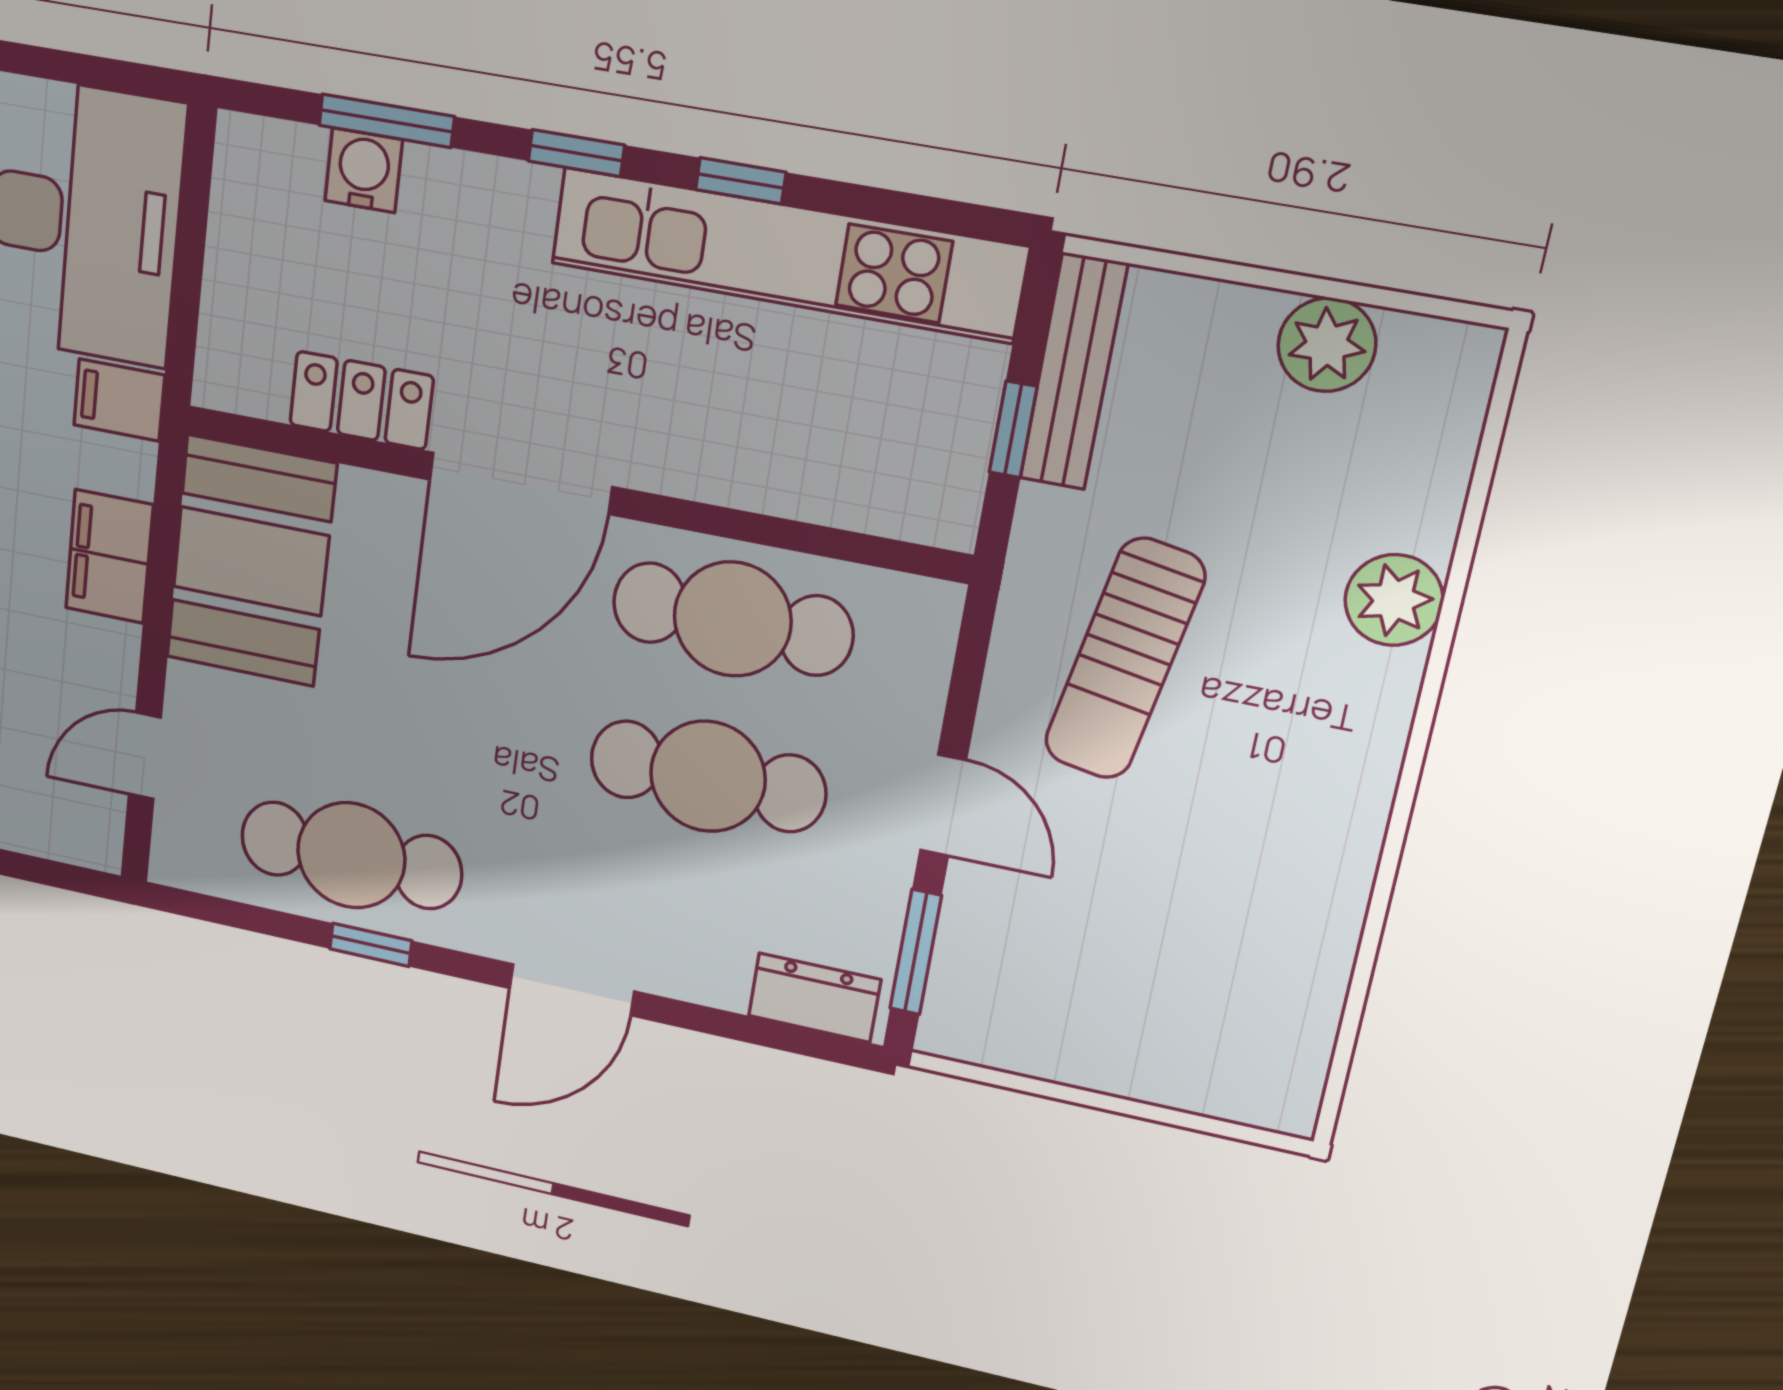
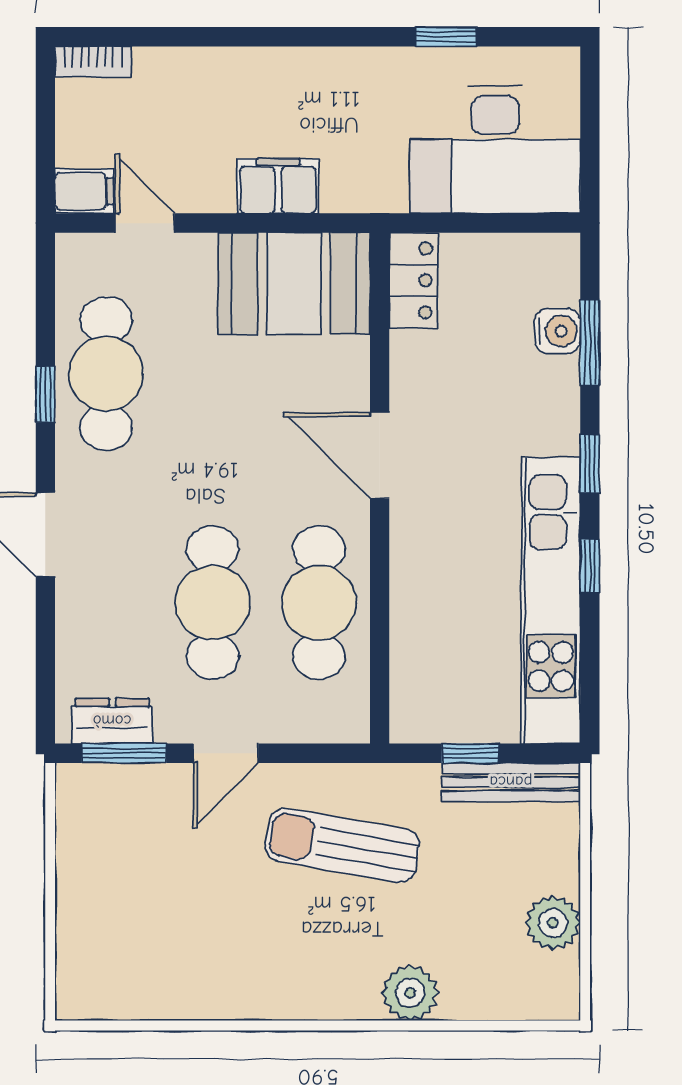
filing cabinet: (119, 400) -> (84, 191), moved, turned 90
locker: (361, 400) -> (413, 280), moved
door: (520, 483) -> (380, 456), width x0.73
dresser: (814, 998) -> (112, 721), moved, turned -90

